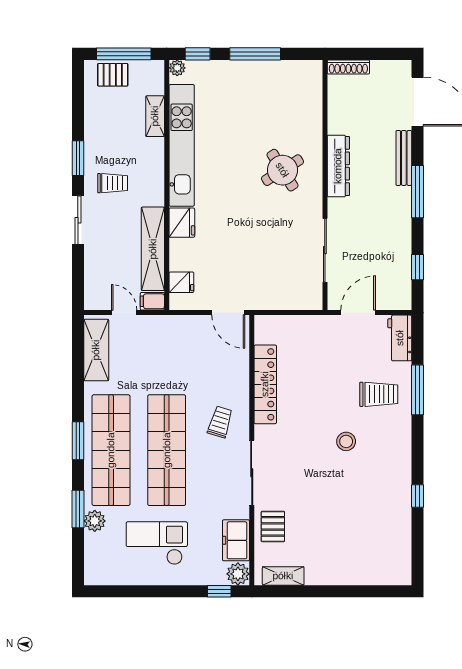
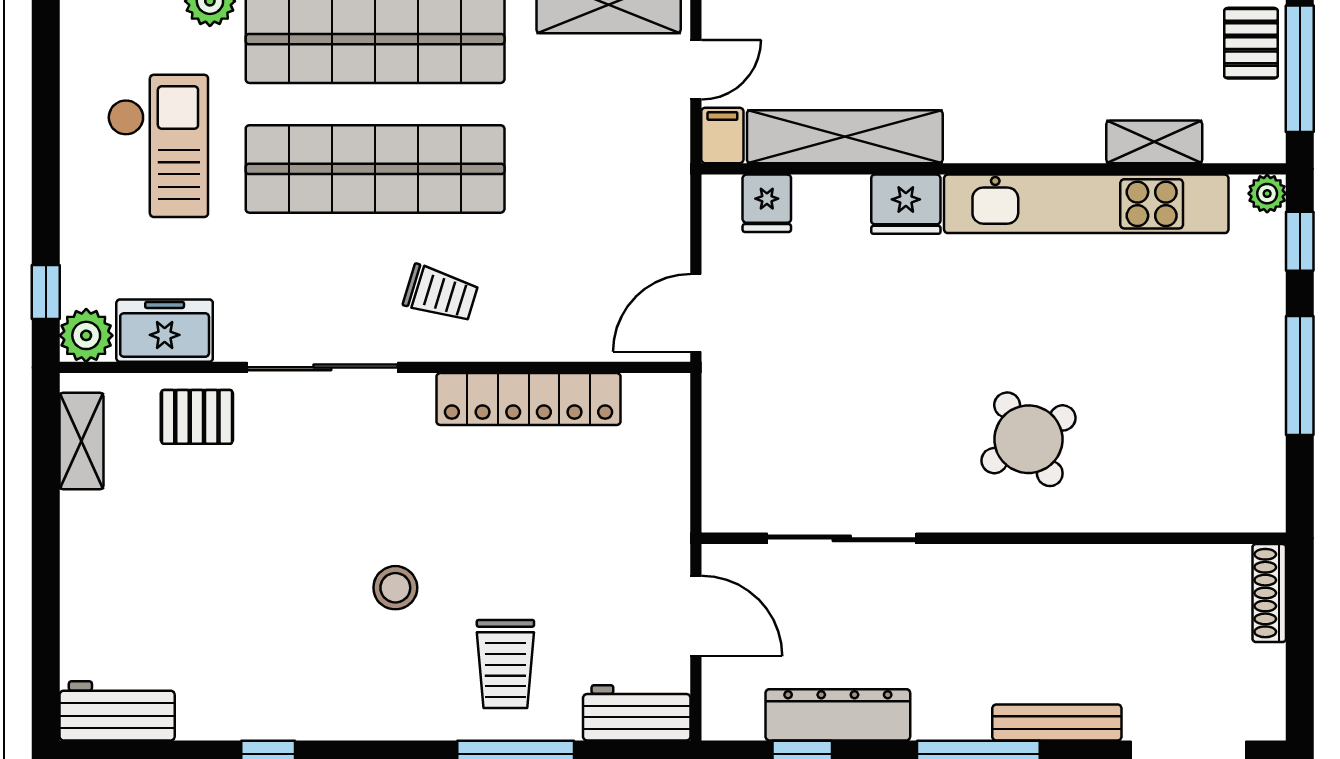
dresser: (338, 166) -> (838, 715), moved, turned 180
trolley: (113, 183) -> (998, 43), removed
workbench: (399, 561) -> (117, 711), added

